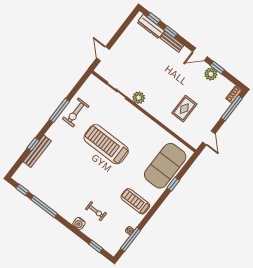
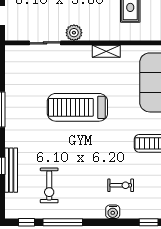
exercise bike: (76, 112) -> (49, 185), moved
shelving: (150, 124) -> (106, 51), added

